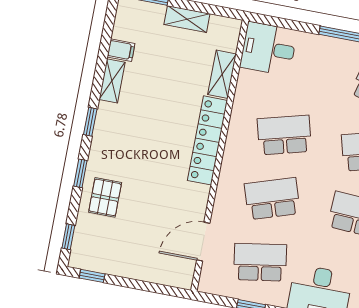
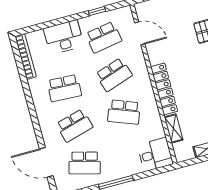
school desk: (284, 135) -> (124, 112), turned 36
door: (203, 242) -> (140, 33), hinge flipped

